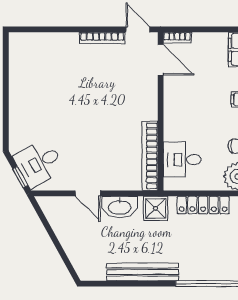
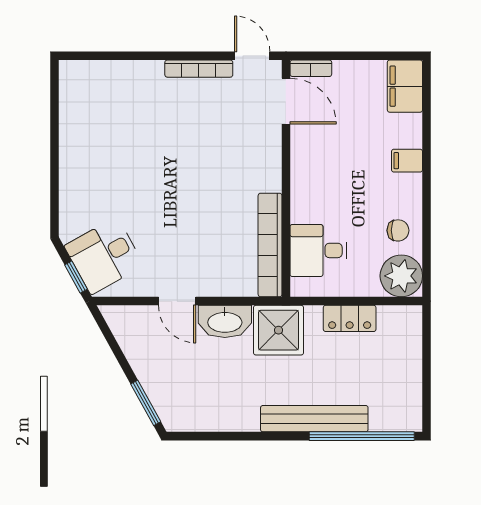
locker: (203, 205) -> (350, 318), width x0.66
shower: (156, 208) -> (278, 330), width x1.36, depth x1.36
window: (67, 261) -> (146, 403), added
bench: (143, 272) -> (314, 419), moved

